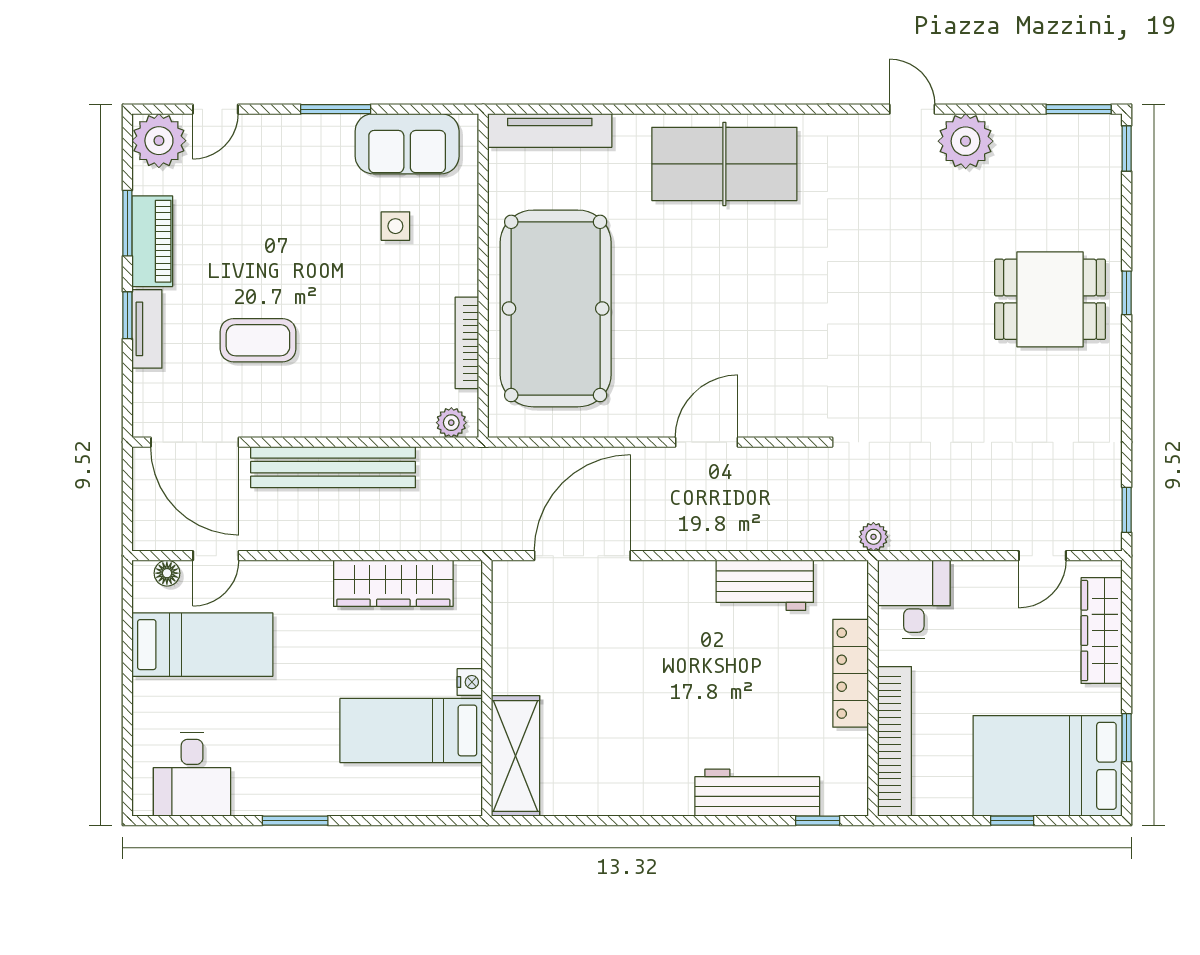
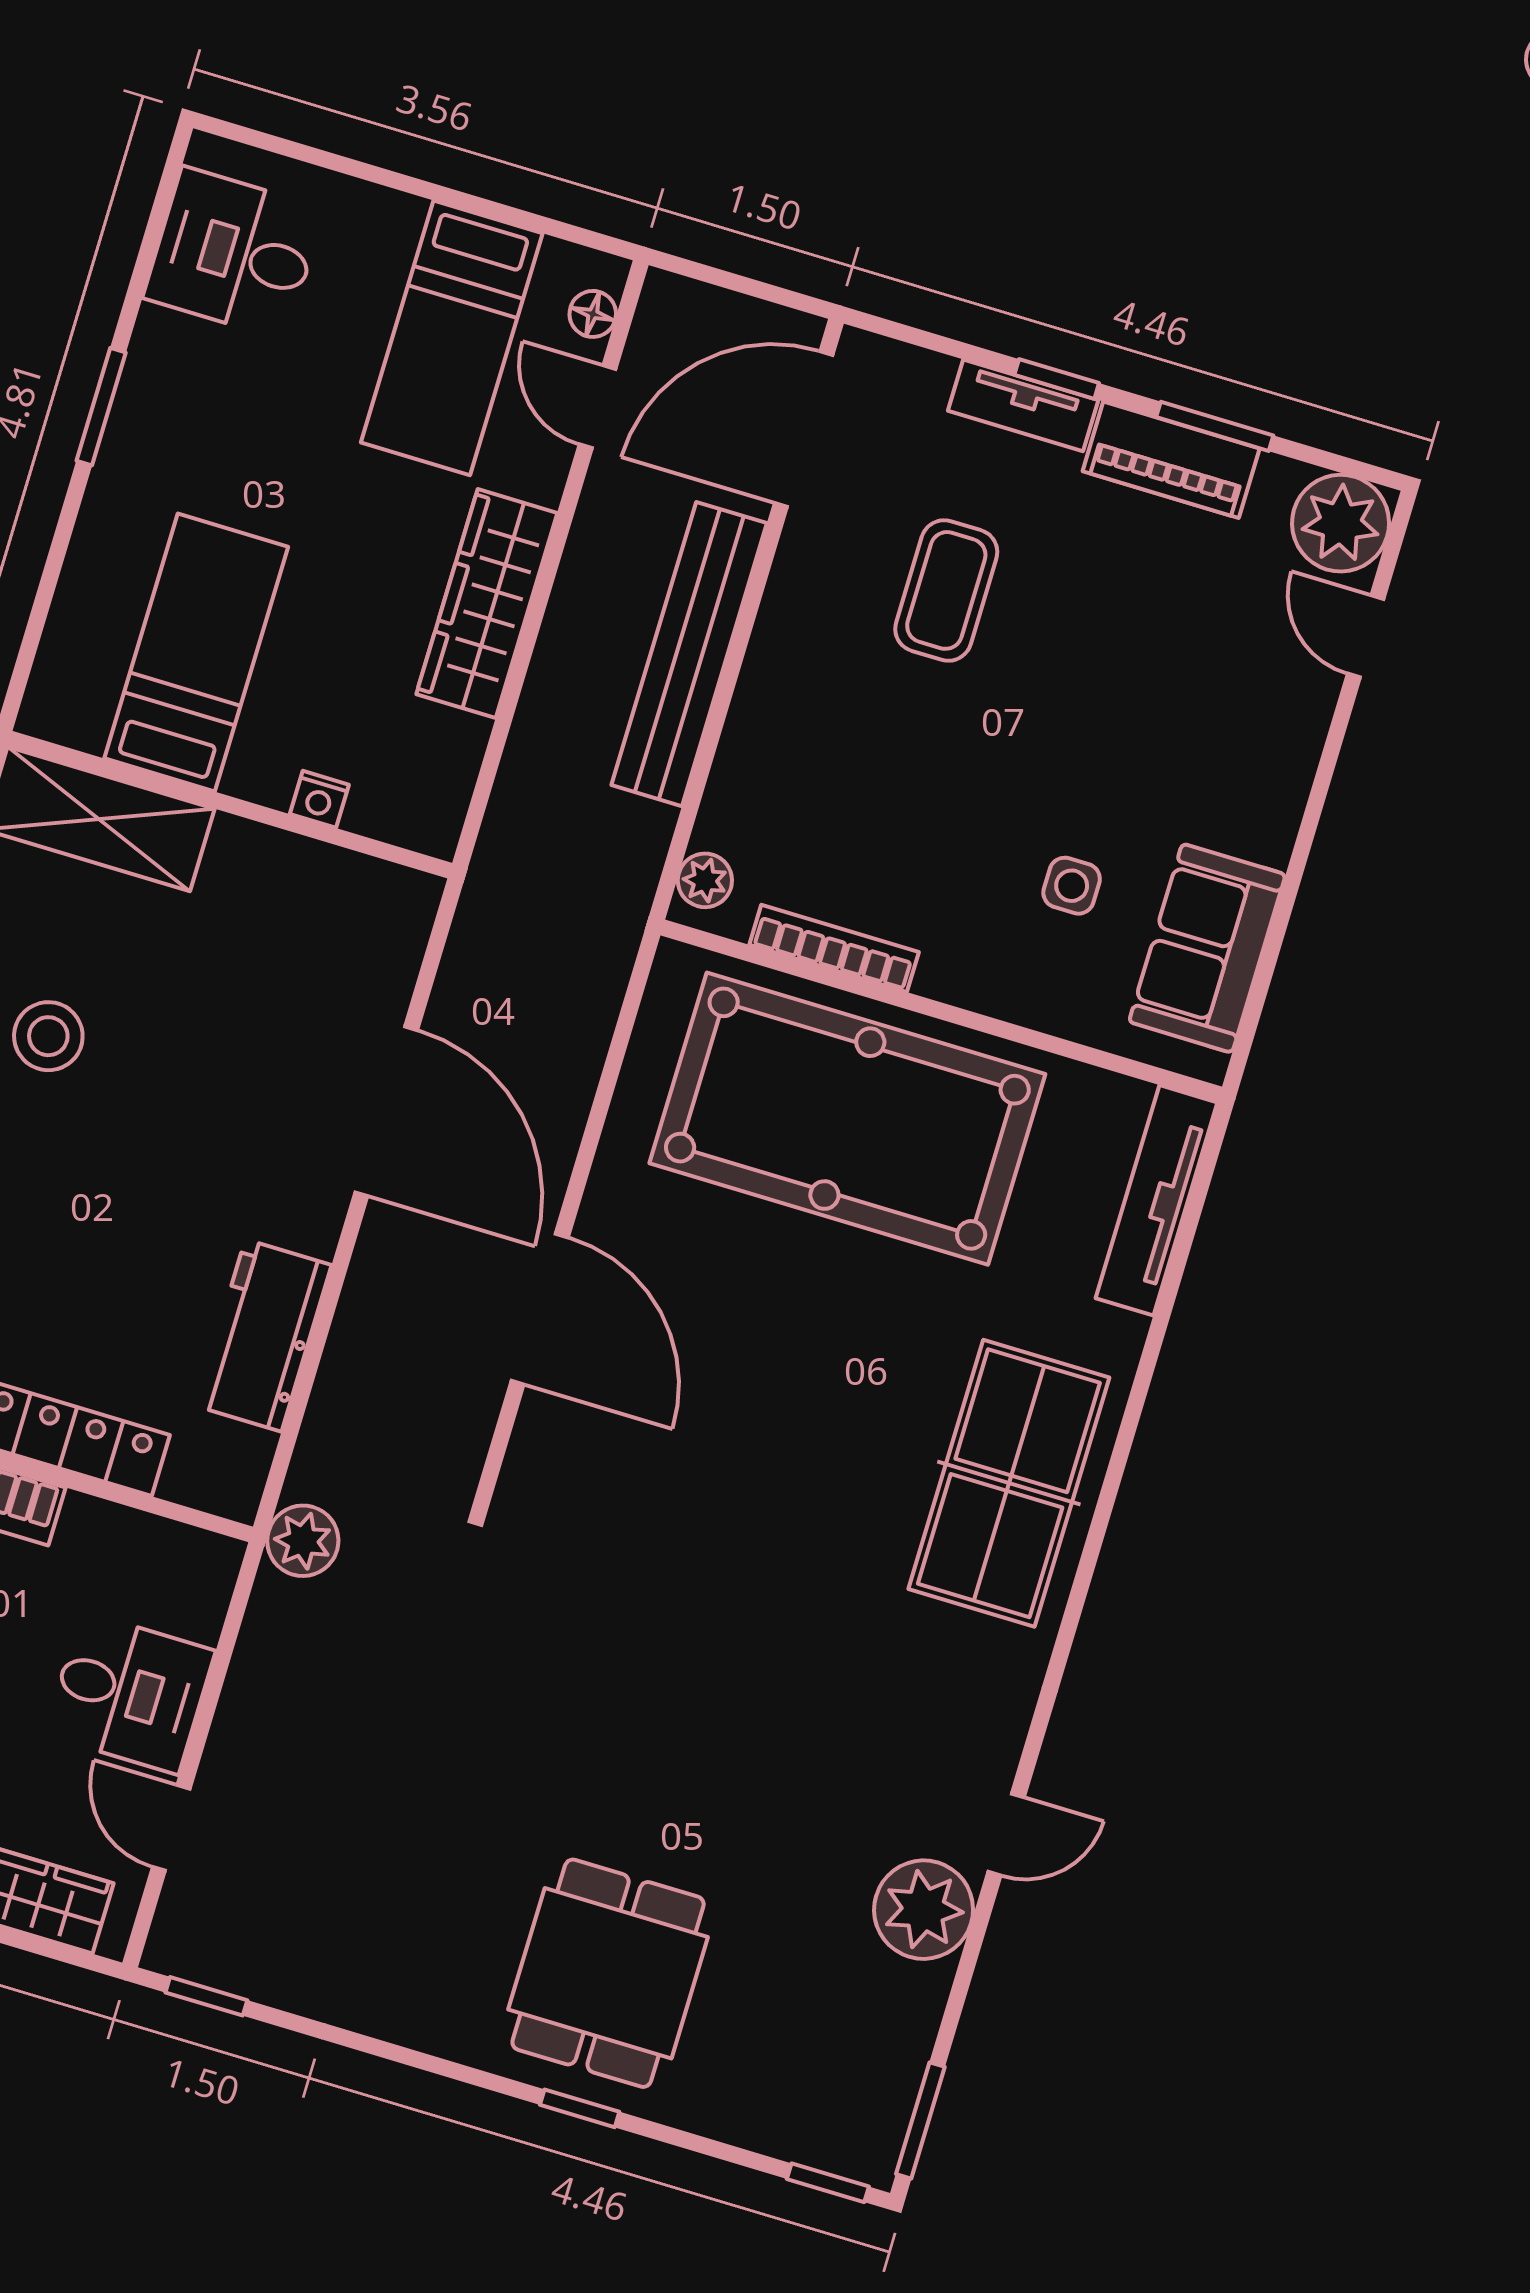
window: (336, 109) -> (1304, 843), removed
door: (706, 442) -> (540, 1309), width x1.36
plant: (873, 537) -> (303, 1541), width x1.38, depth x1.38
door: (582, 556) -> (386, 1111), moved
wardrobe: (393, 583) -> (487, 604), moved
desk: (914, 599) -> (130, 1693), moved
nightstand: (470, 682) -> (319, 799), moved
stool: (640, 748) -> (48, 1036), added

